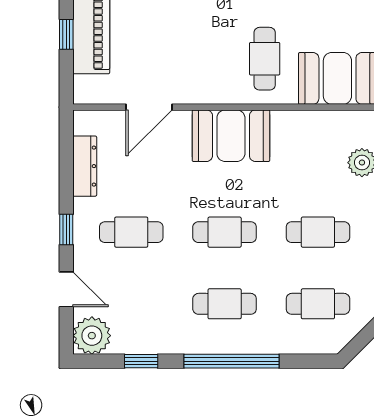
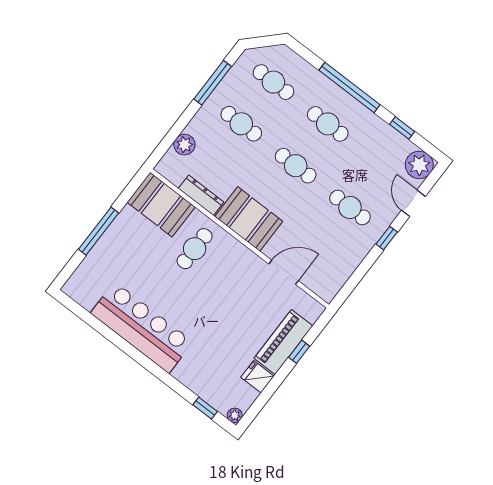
dresser: (85, 166) -> (201, 195), moved, turned 90

